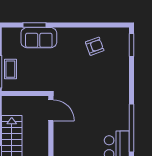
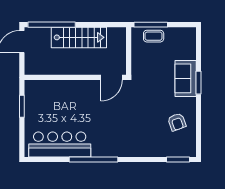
window: (34, 25) -> (199, 83), moved
sofa: (39, 38) -> (186, 78), moved

